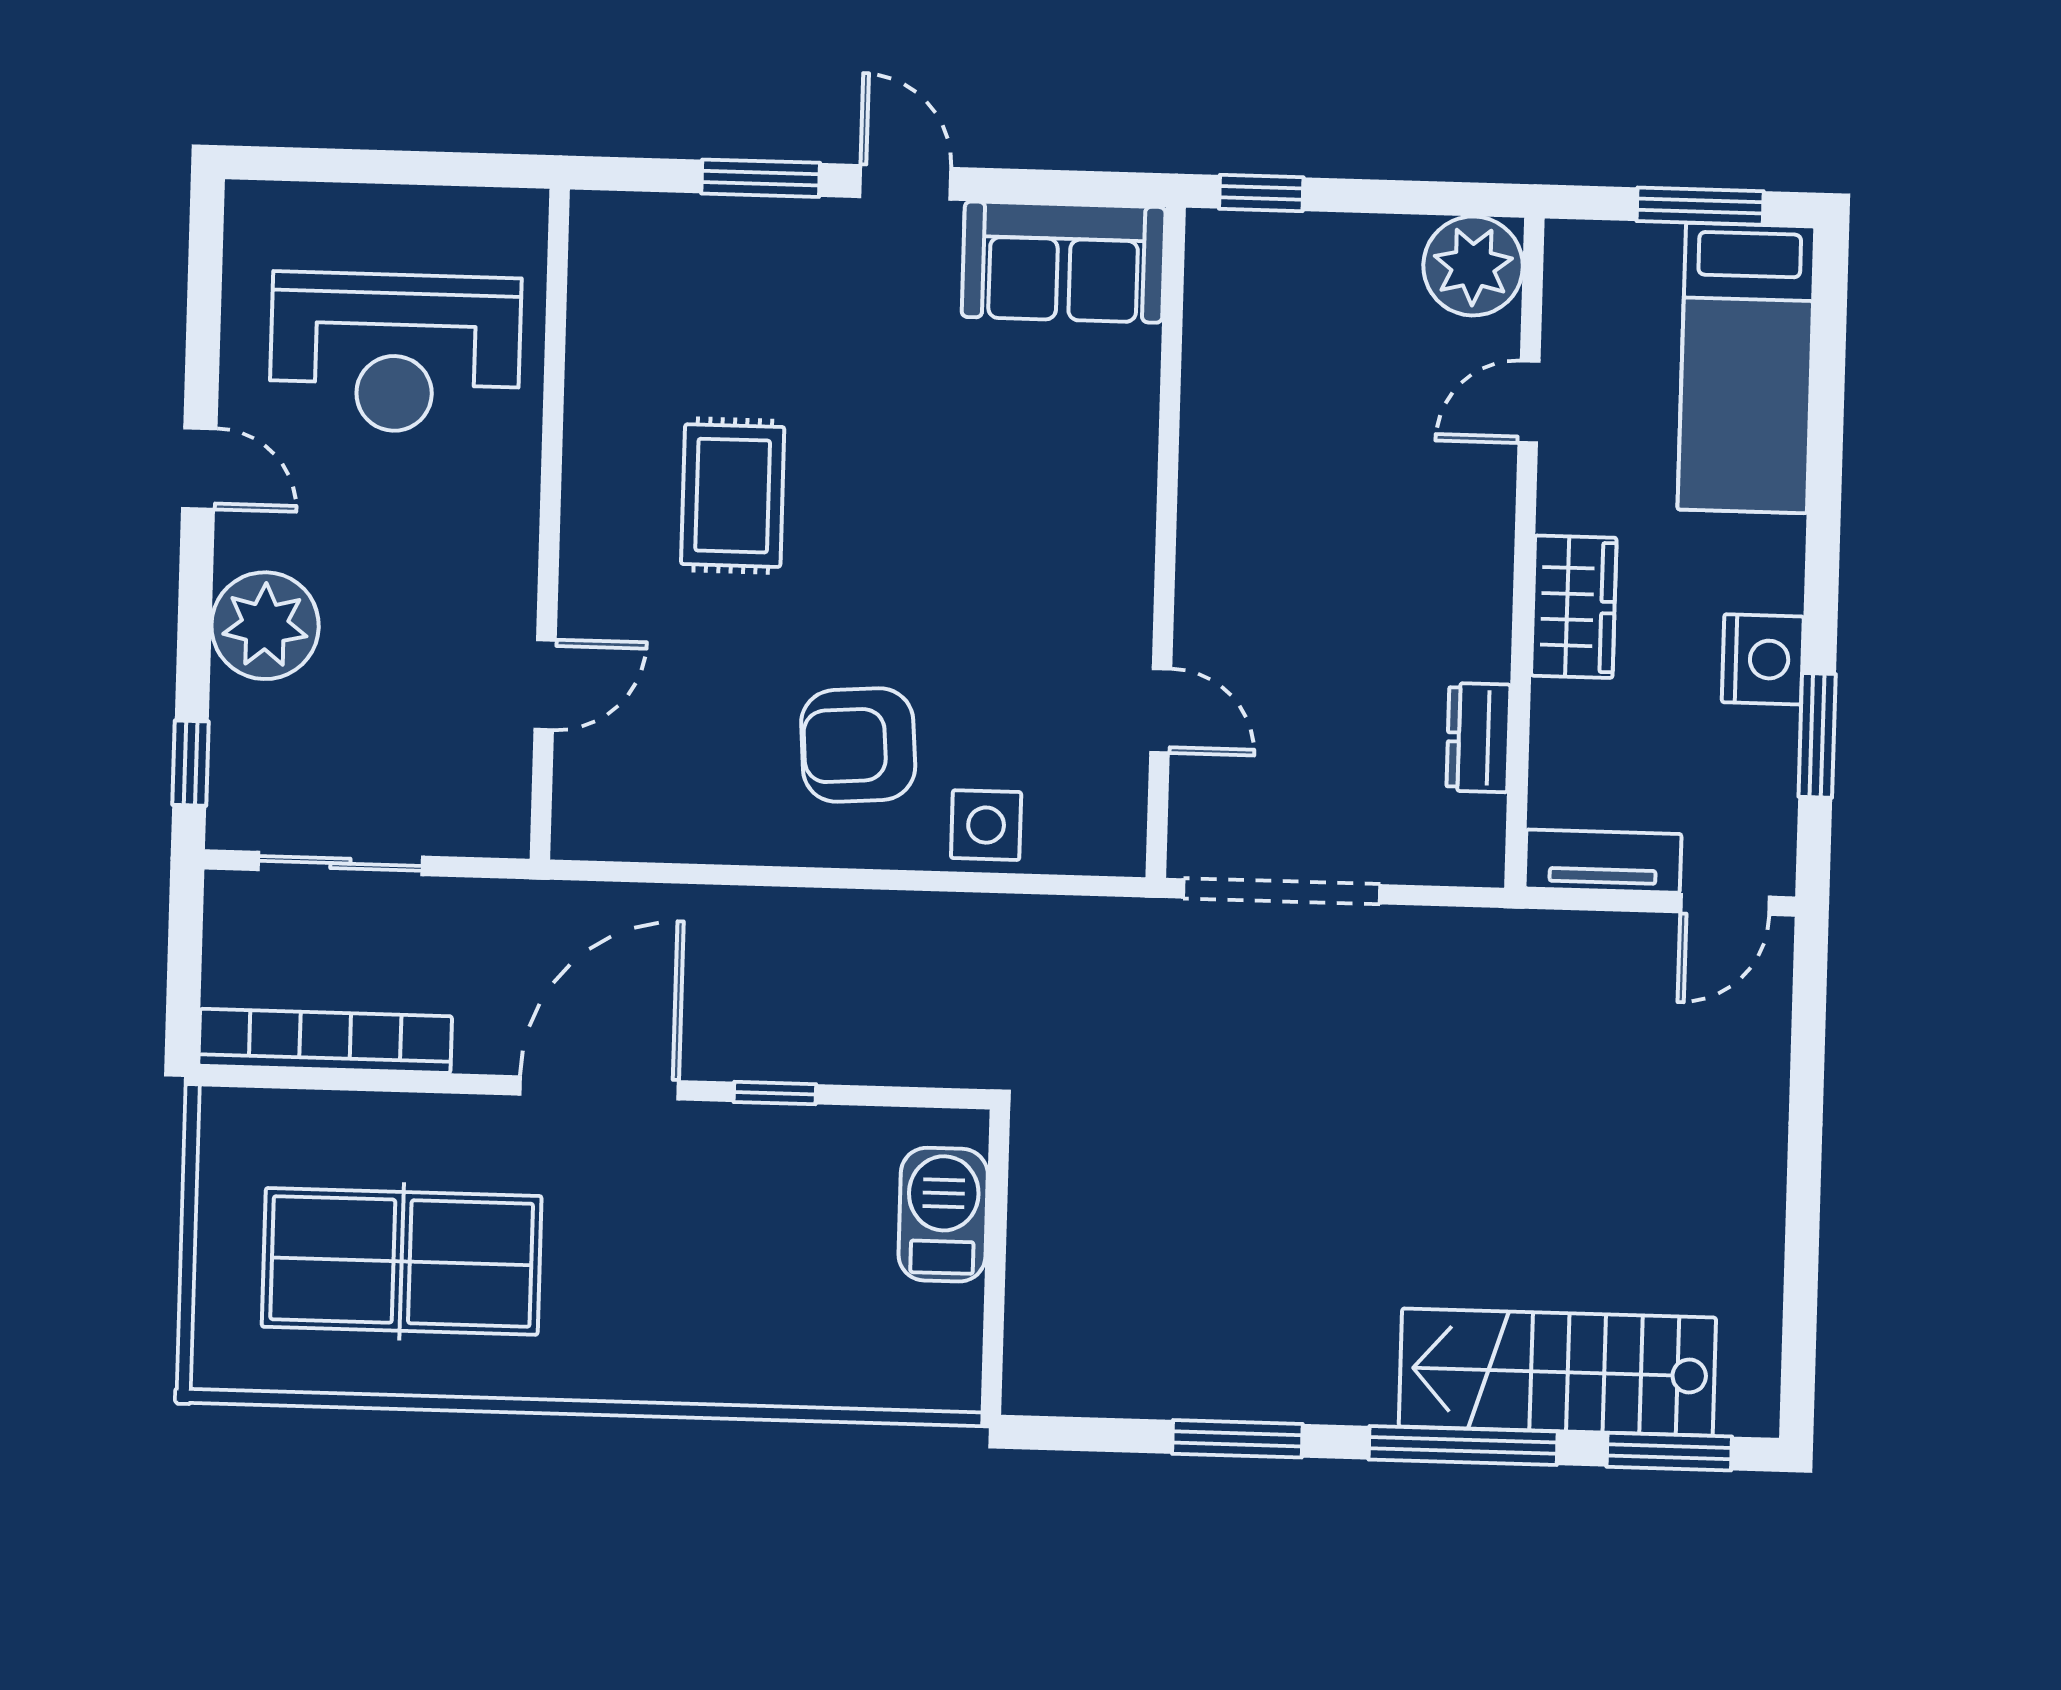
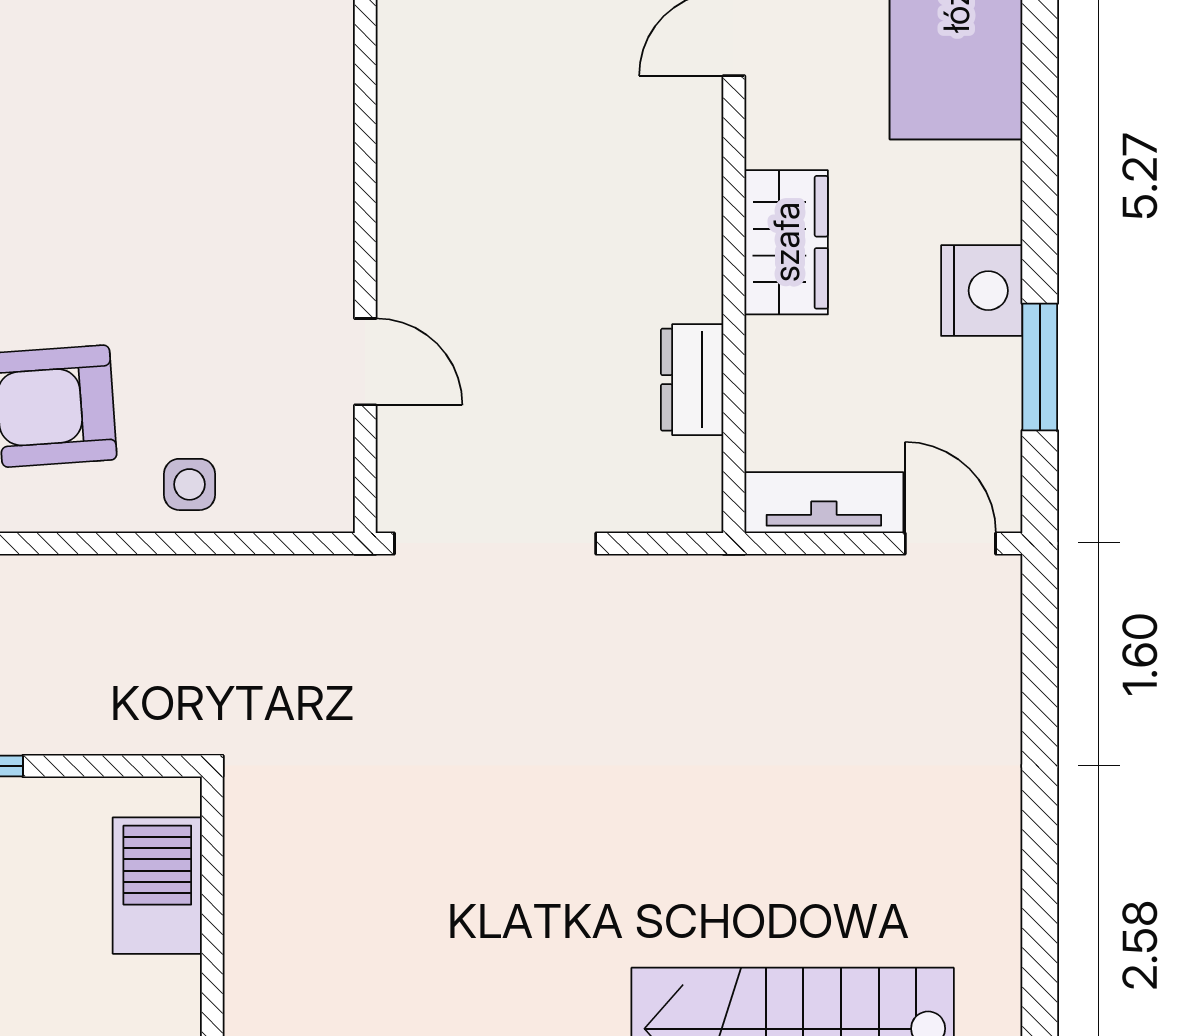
side table: (986, 825) -> (189, 484), width x0.73, depth x0.73
door: (1725, 905) -> (950, 543), swing flipped

